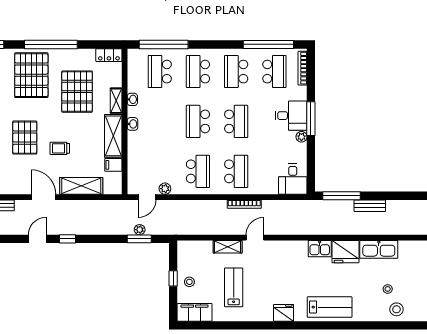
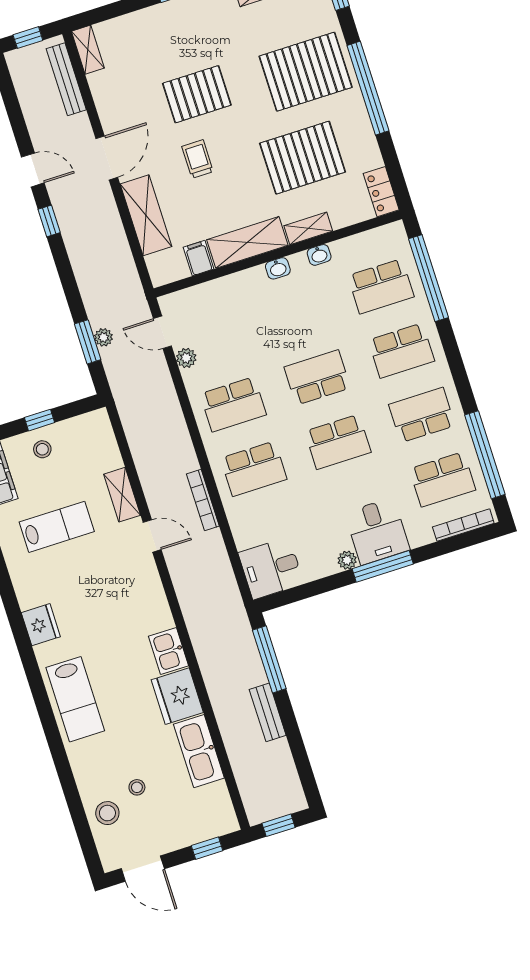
school desk: (160, 72) -> (381, 286), turned 180
school desk: (198, 72) -> (401, 351), turned 180

